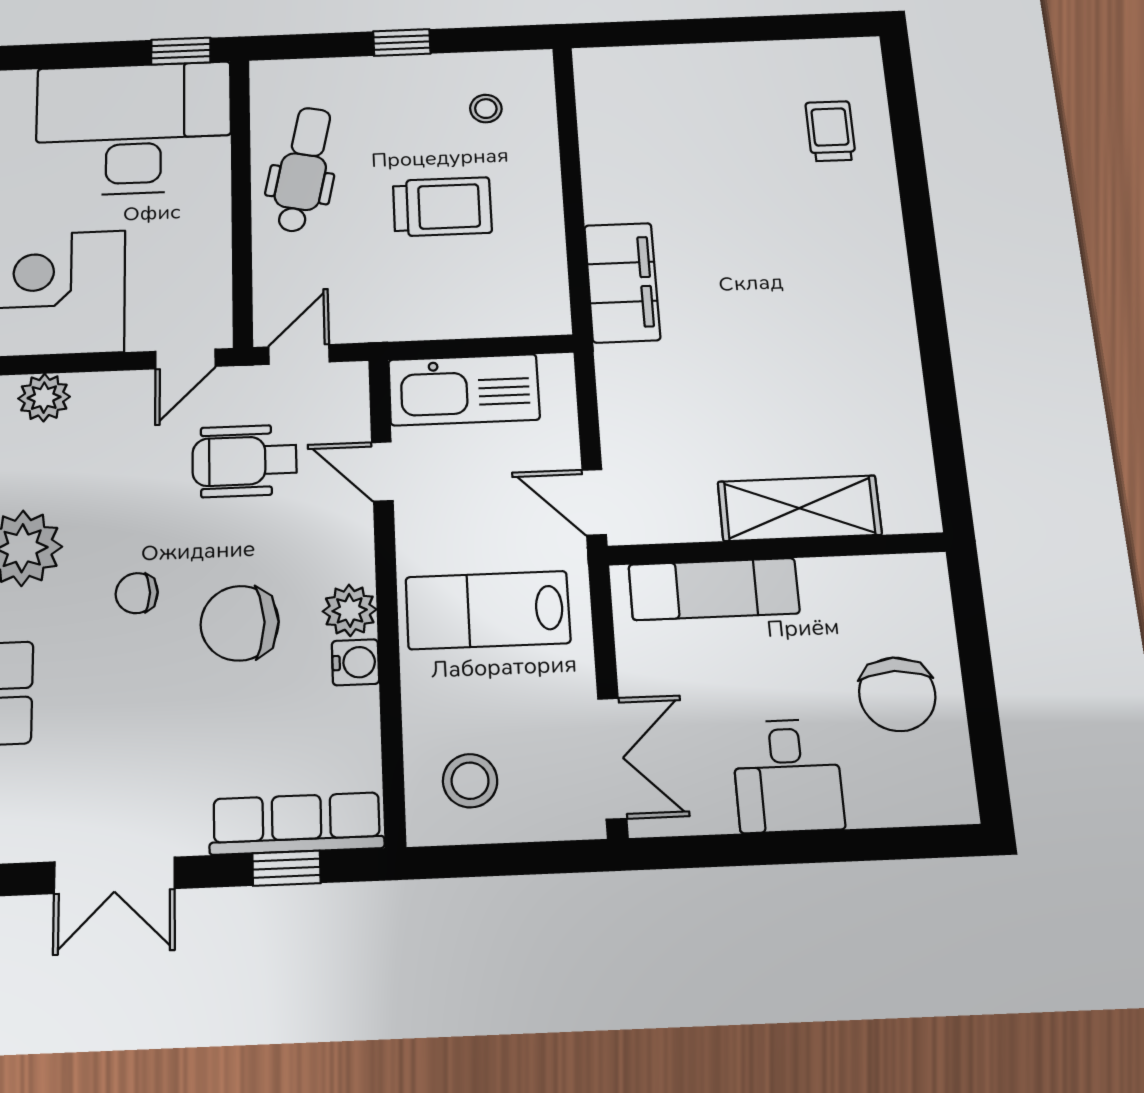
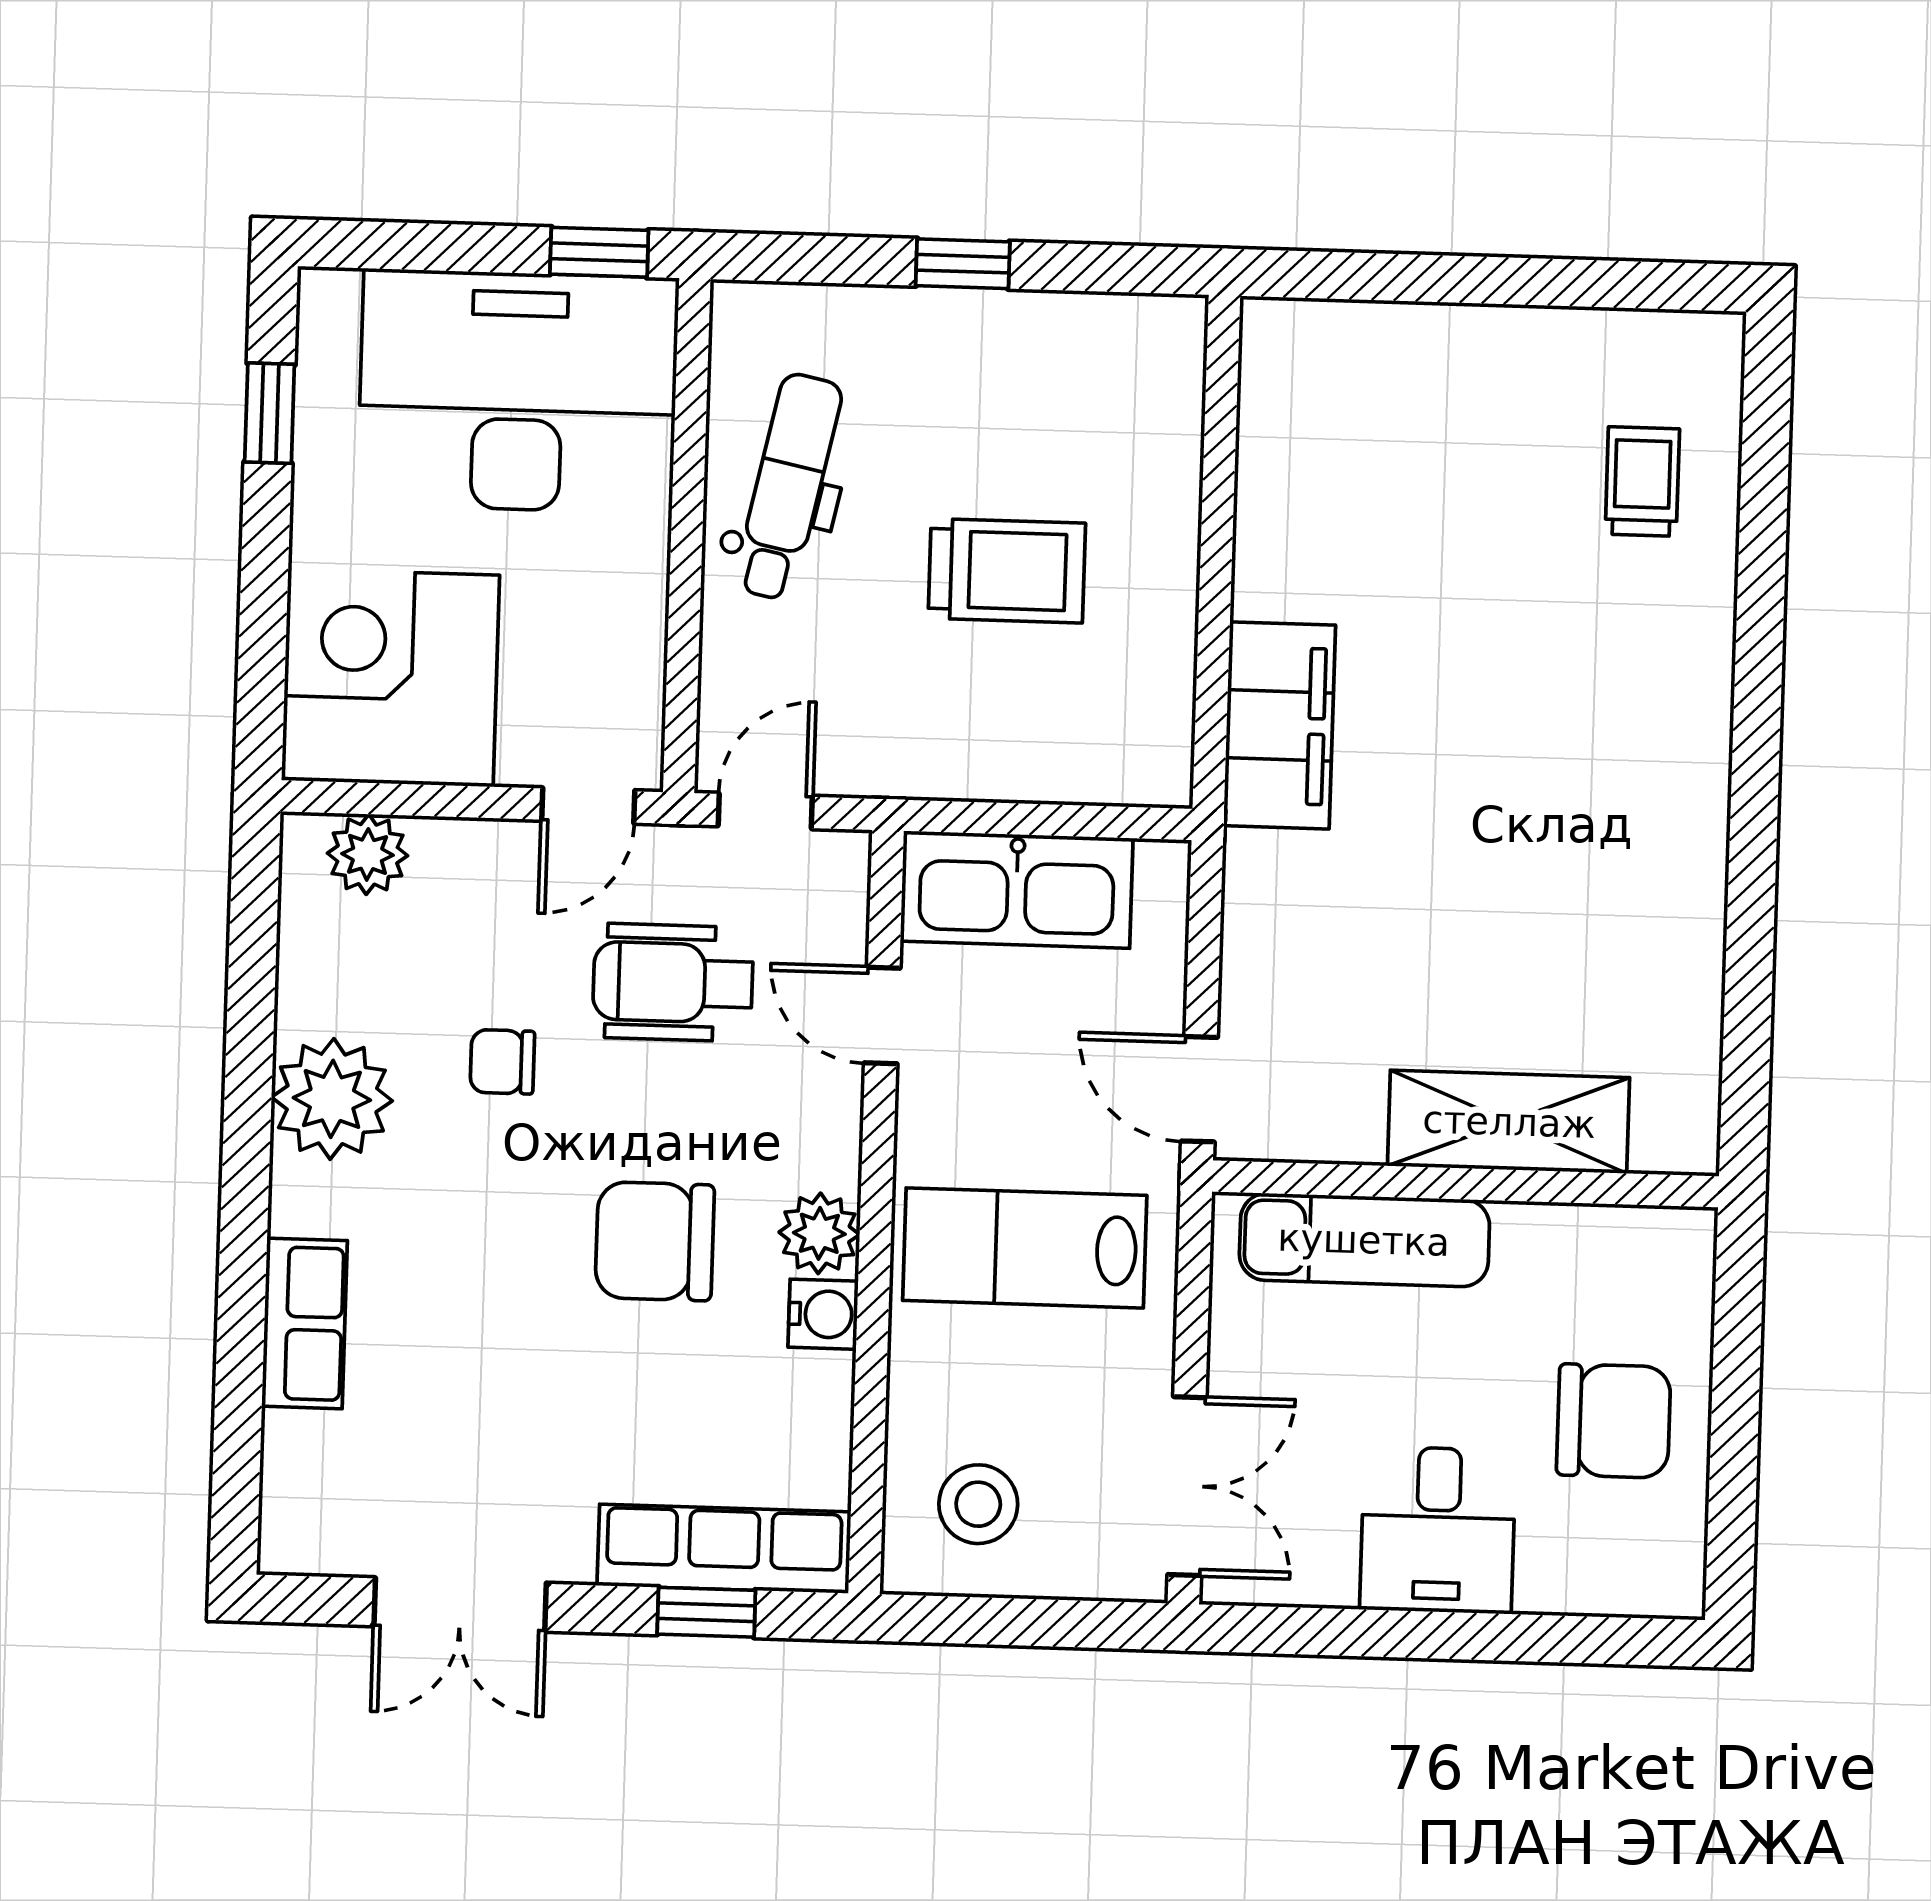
stool: (486, 109) -> (1091, 398), removed
chair: (137, 593) -> (502, 1062), moved
chair: (897, 694) -> (1614, 1421), turned -90

